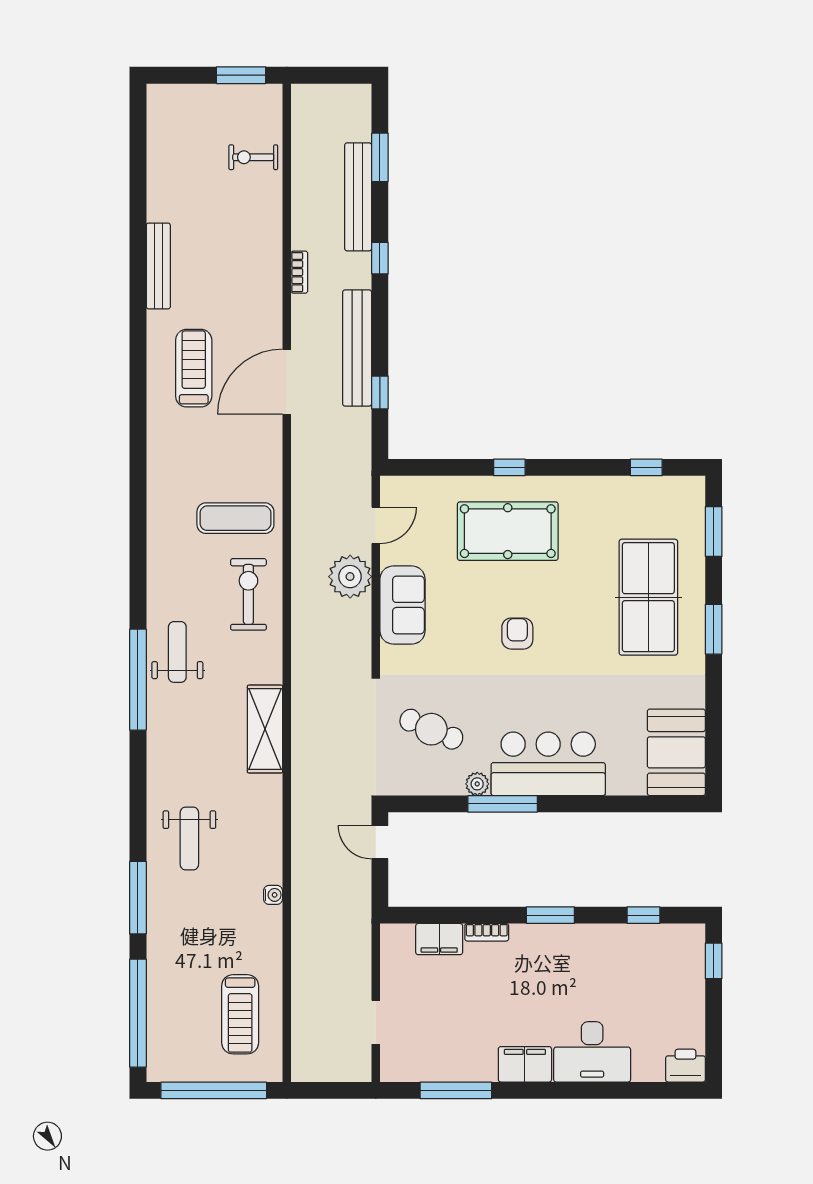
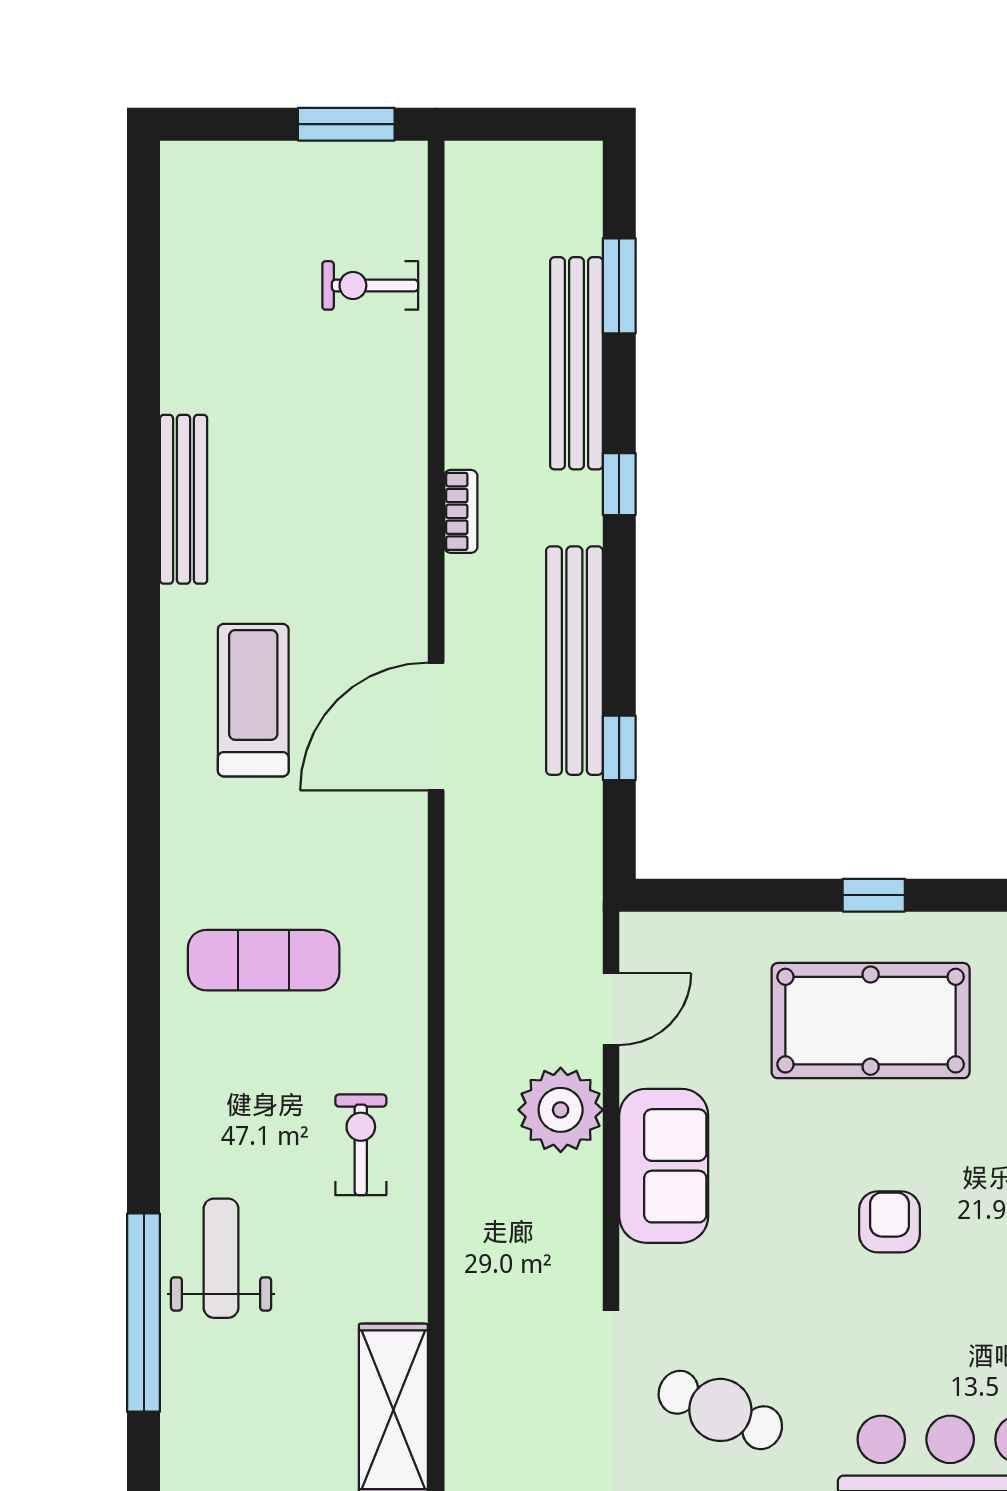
exercise mat: (235, 518) -> (264, 960), moved
exercise bike: (248, 594) -> (361, 1145), width x0.73, depth x0.72

